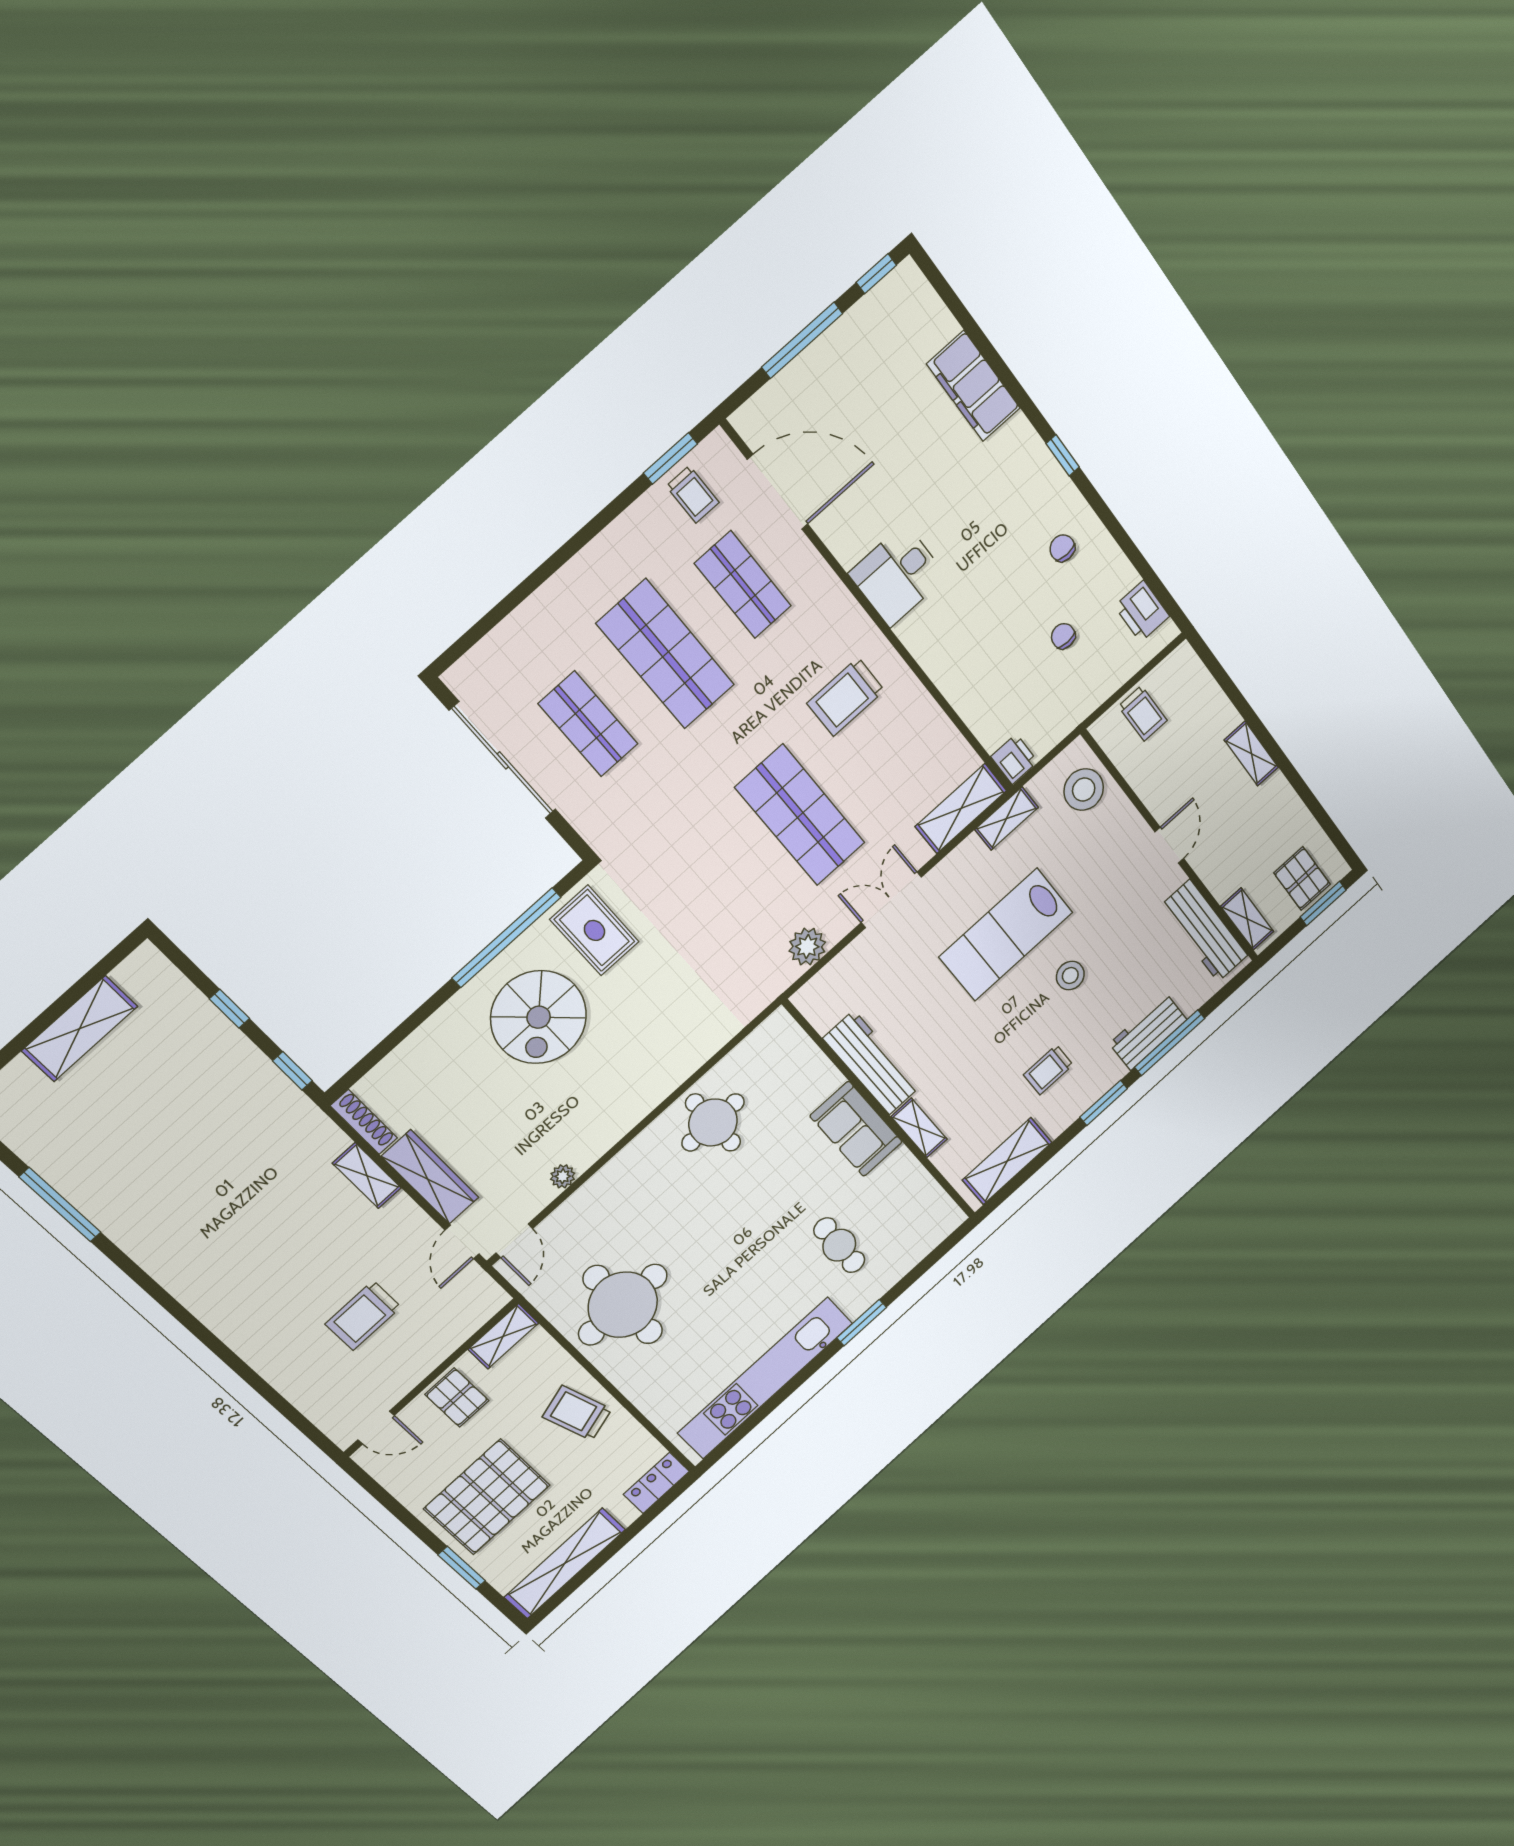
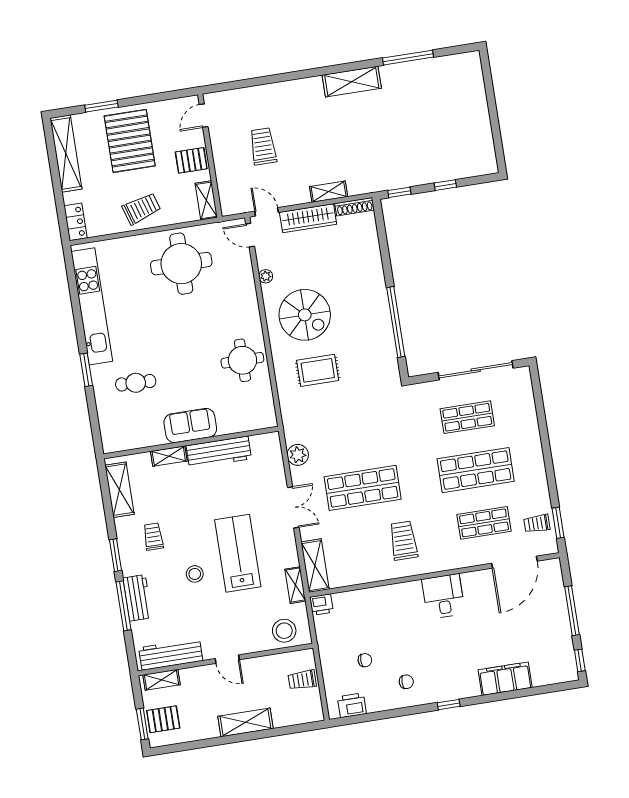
shelving: (1251, 754) -> (245, 722), width x1.50, depth x1.33
rug: (594, 930) -> (318, 370), moved
spiral stairs: (539, 1017) -> (305, 315), moved, turned 180
shelving: (80, 1029) -> (352, 82), moved, turned 90

